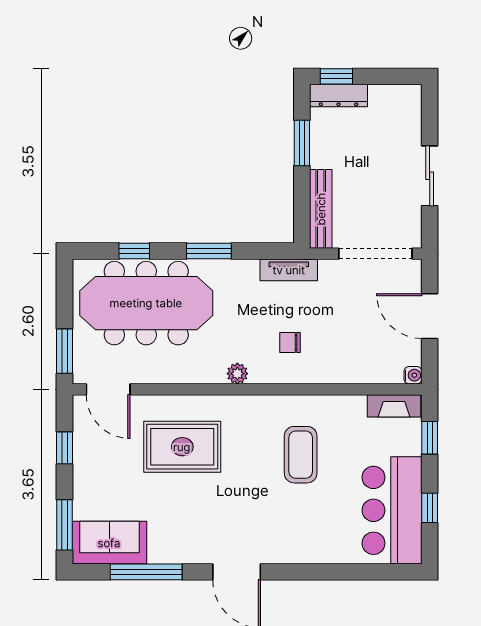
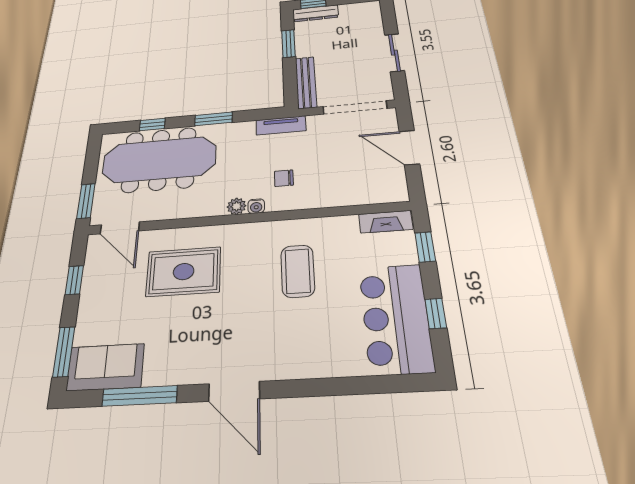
water cooler: (413, 375) -> (256, 206), moved, turned 90

